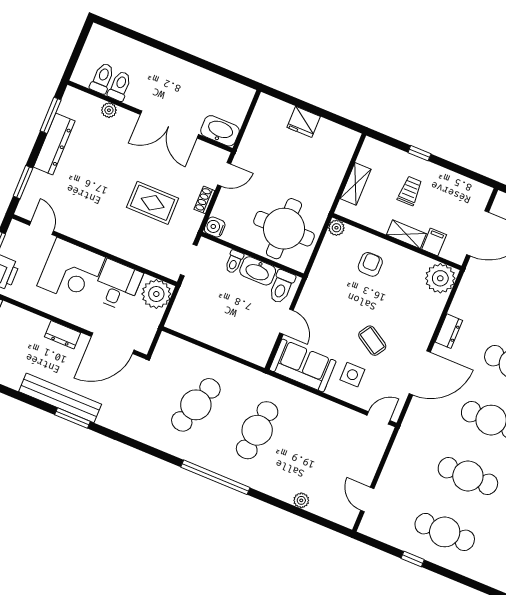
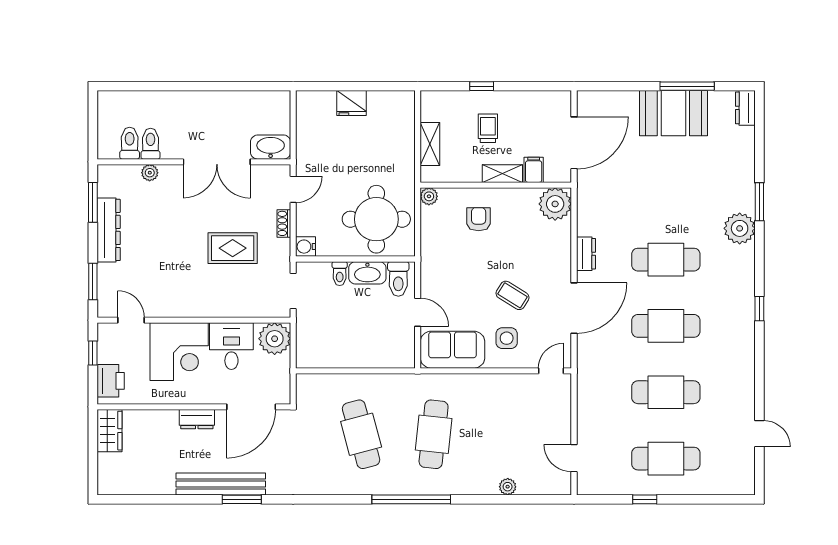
cafe table: (196, 405) -> (361, 434), turned -33

